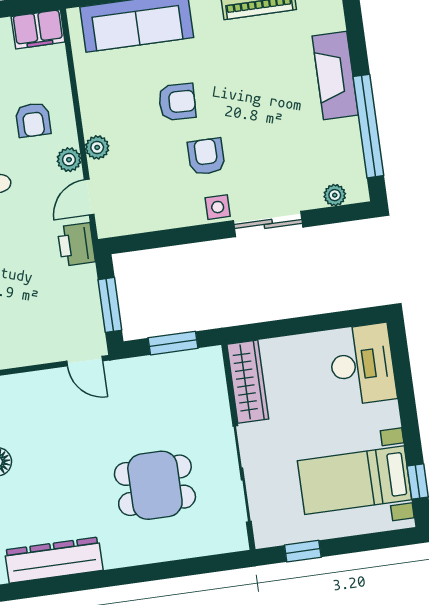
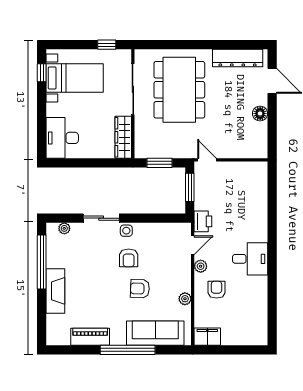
plant: (97, 147) -> (185, 299), moved
dining table: (155, 485) -> (179, 90), width x1.88, depth x1.24

